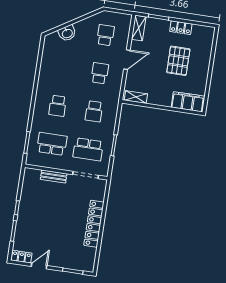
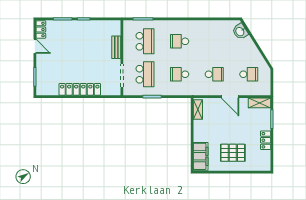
washbasin: (67, 33) -> (240, 31), moved
pallet: (178, 61) -> (233, 153), moved
school desk: (88, 149) -> (145, 74), turned 180

